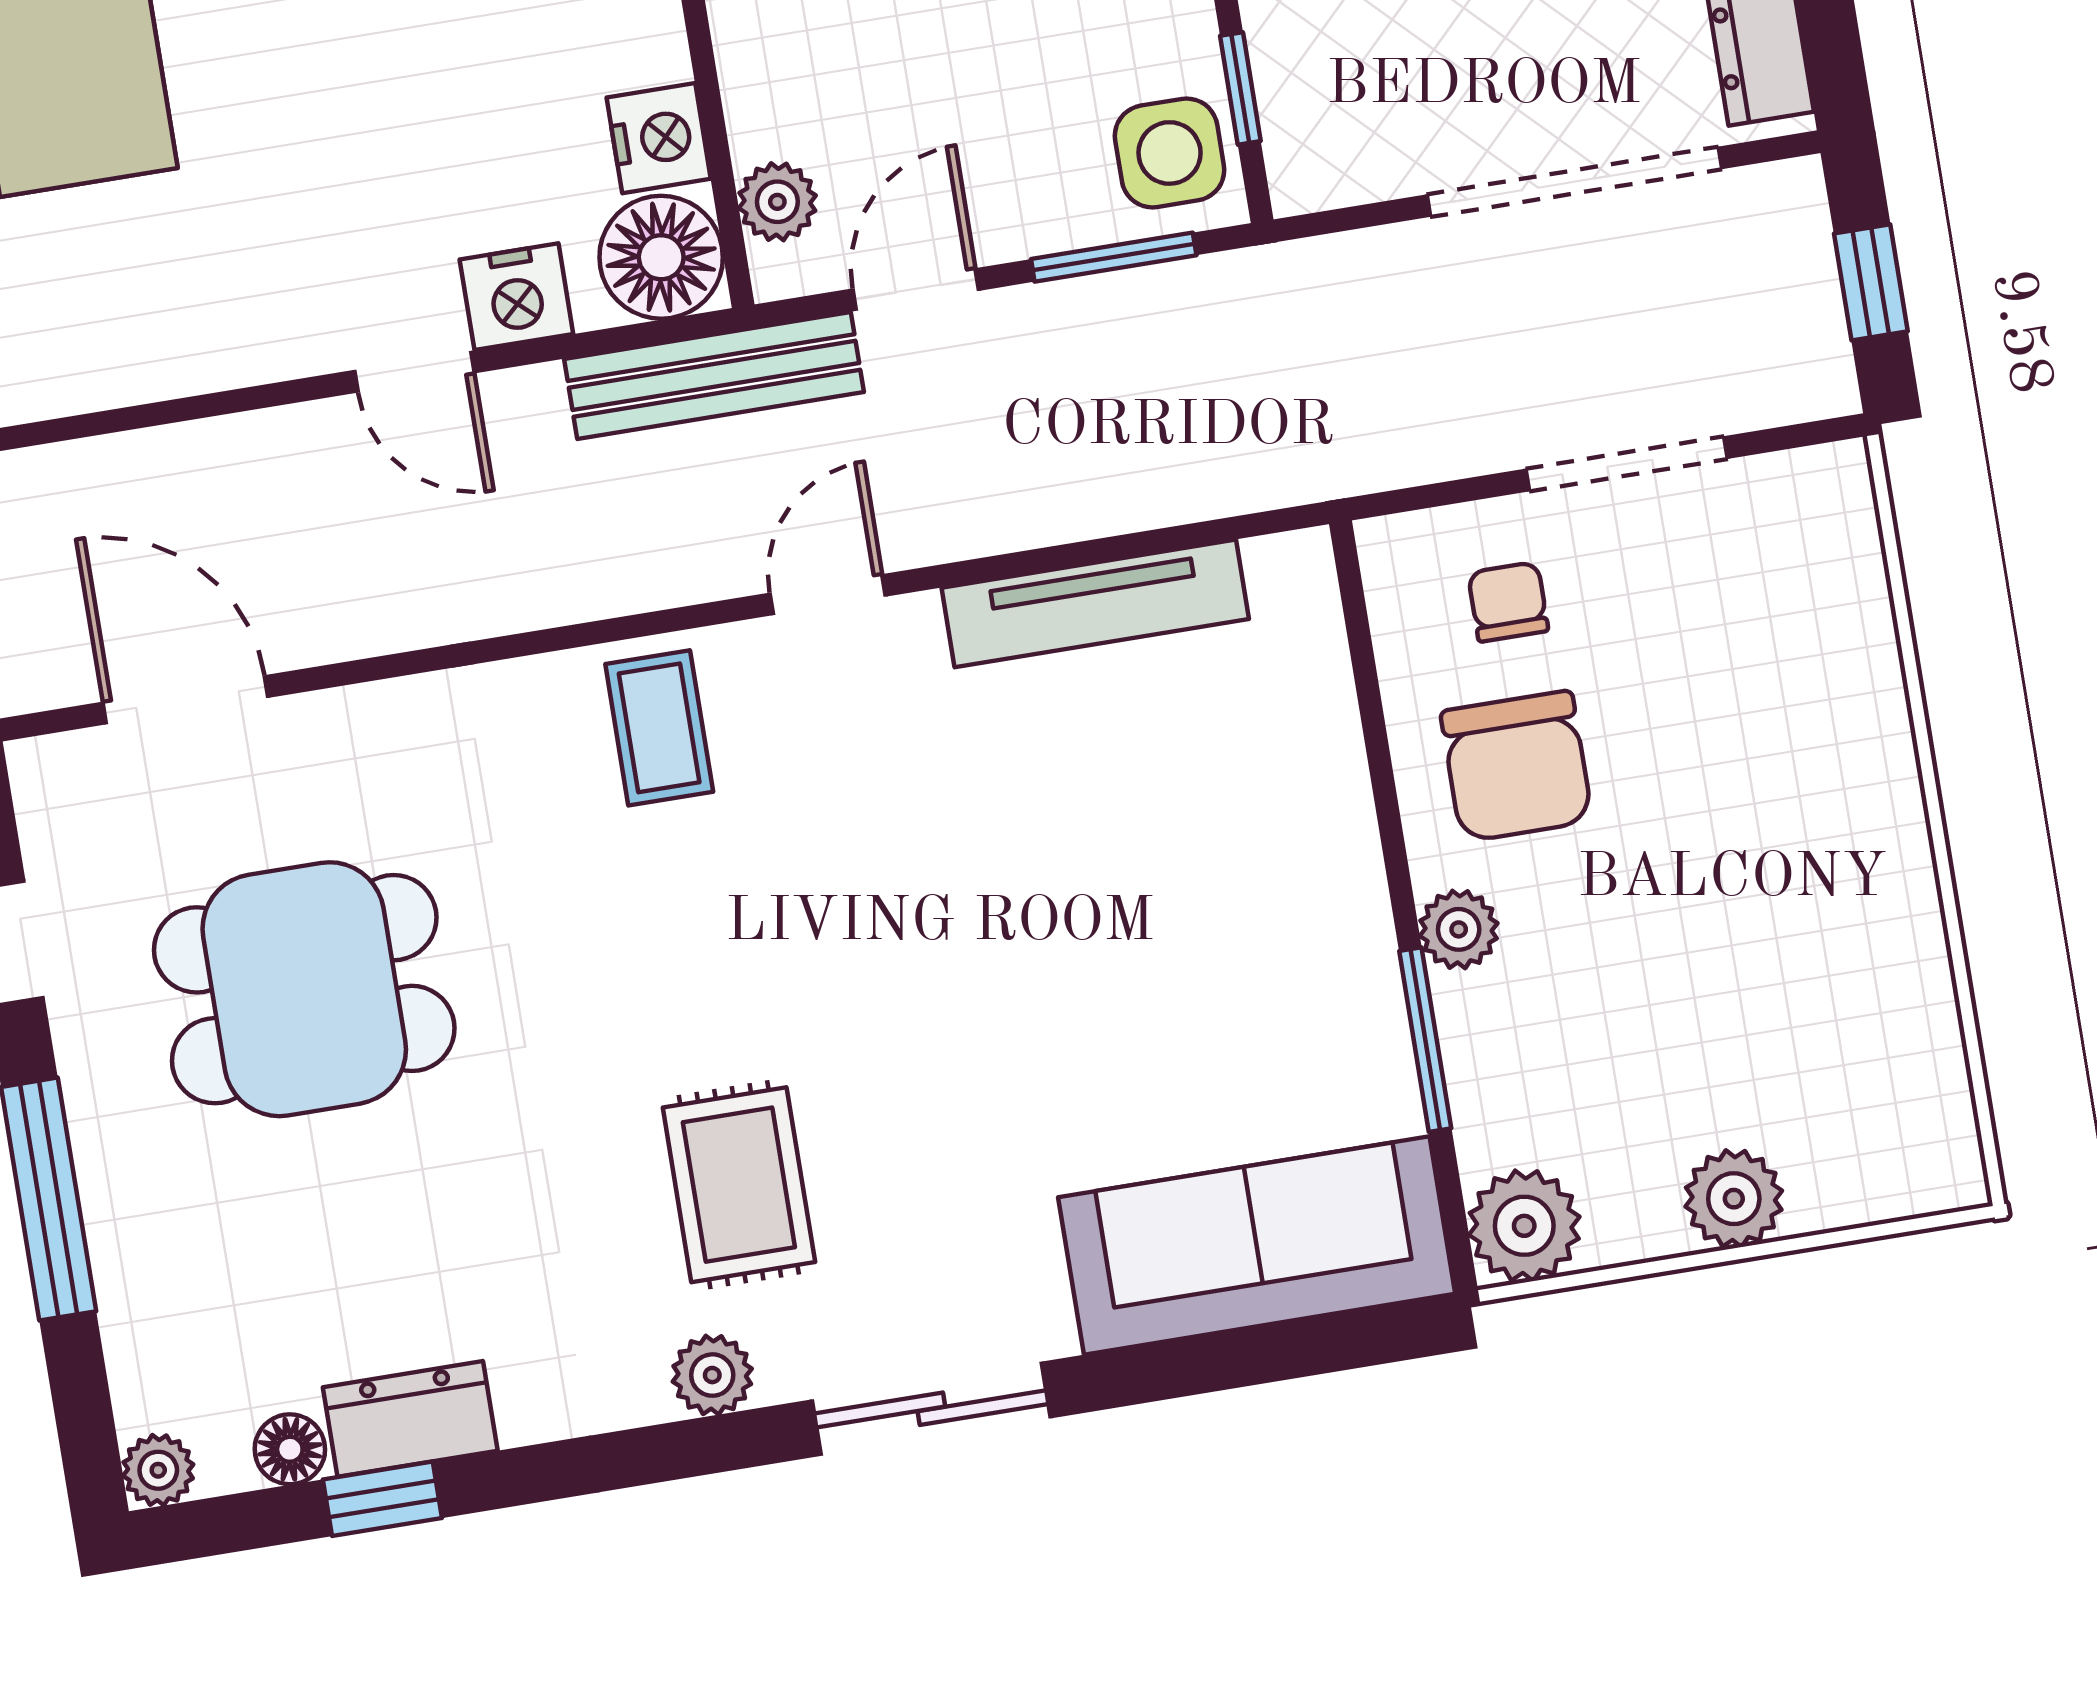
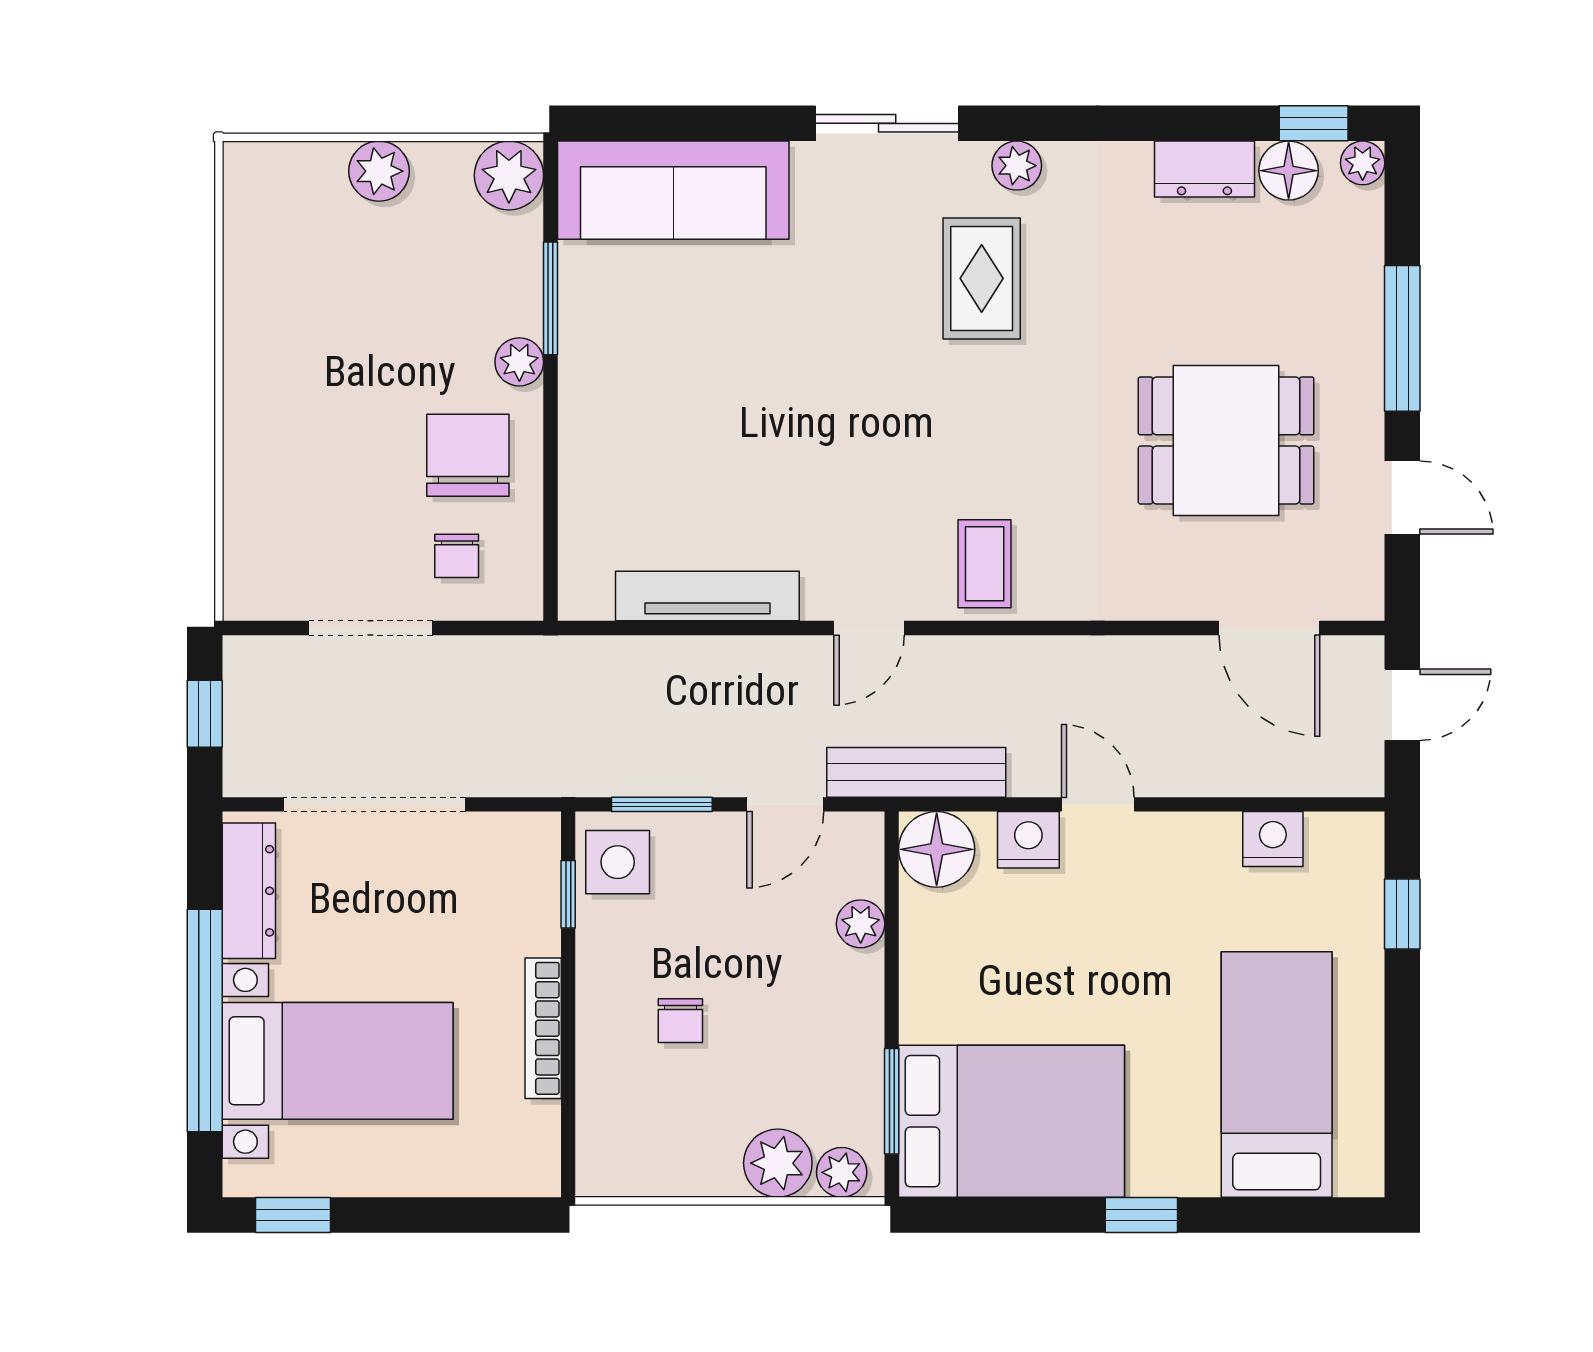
nightstand: (659, 138) -> (1273, 839), moved, turned 90
plant: (777, 202) -> (861, 924), moved
floor lamp: (290, 1449) -> (1289, 171), width x1.37, depth x1.37
window: (382, 1499) -> (1314, 123), moved

